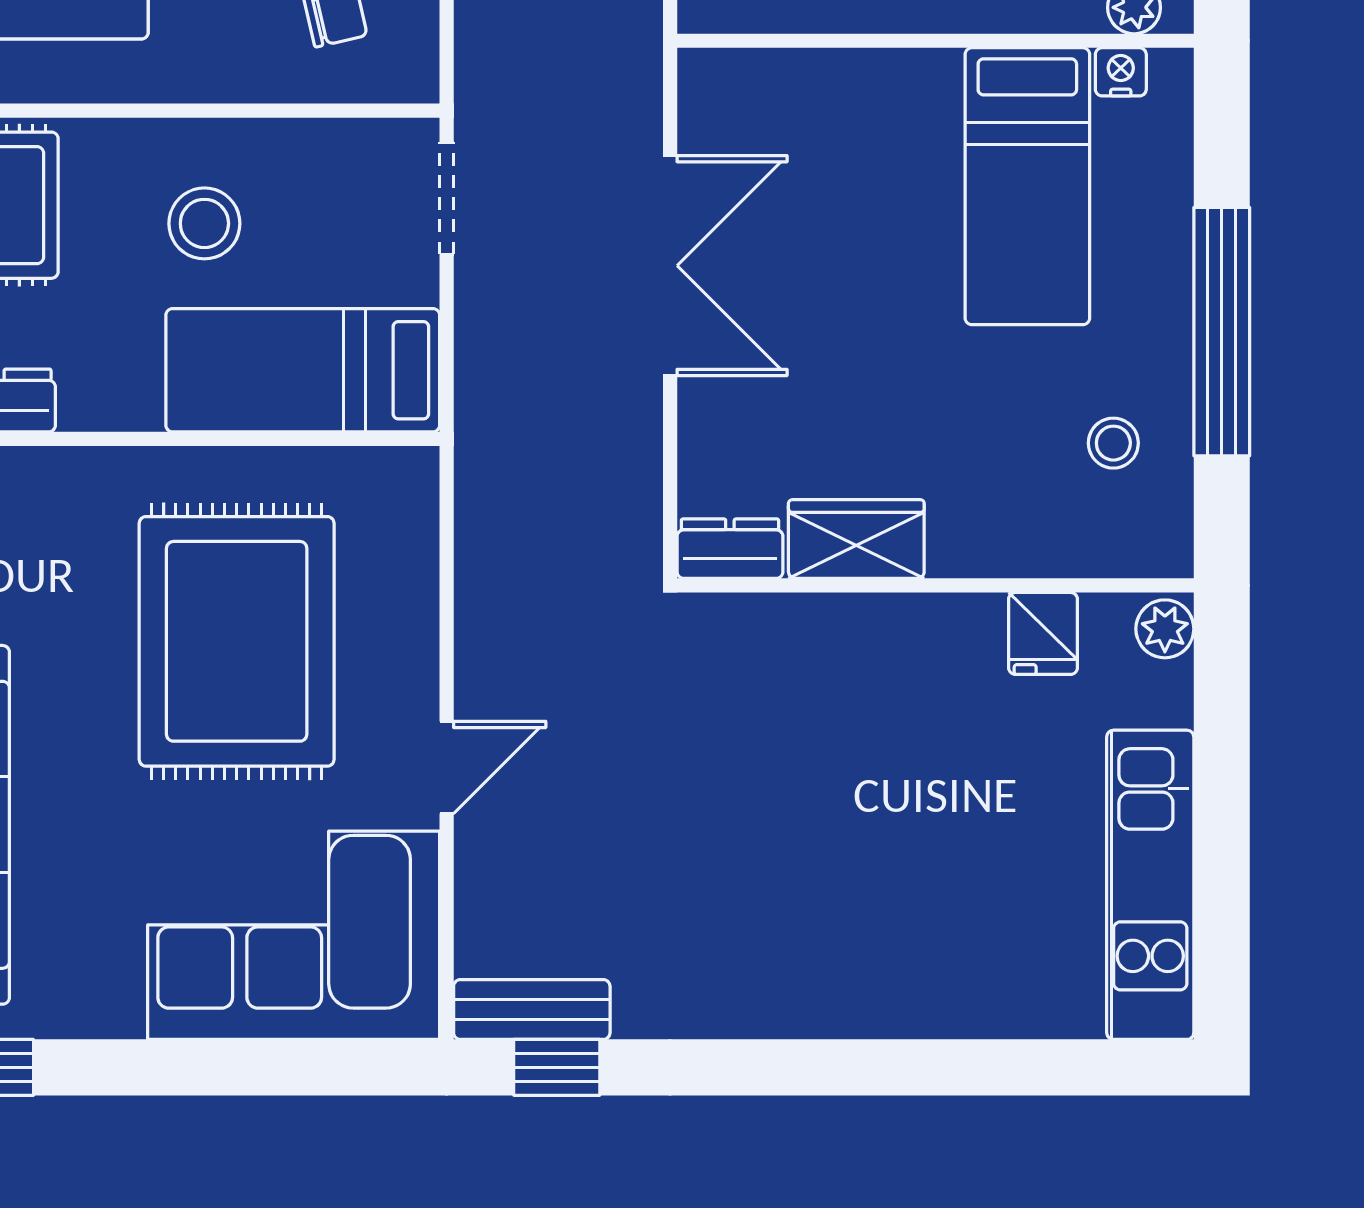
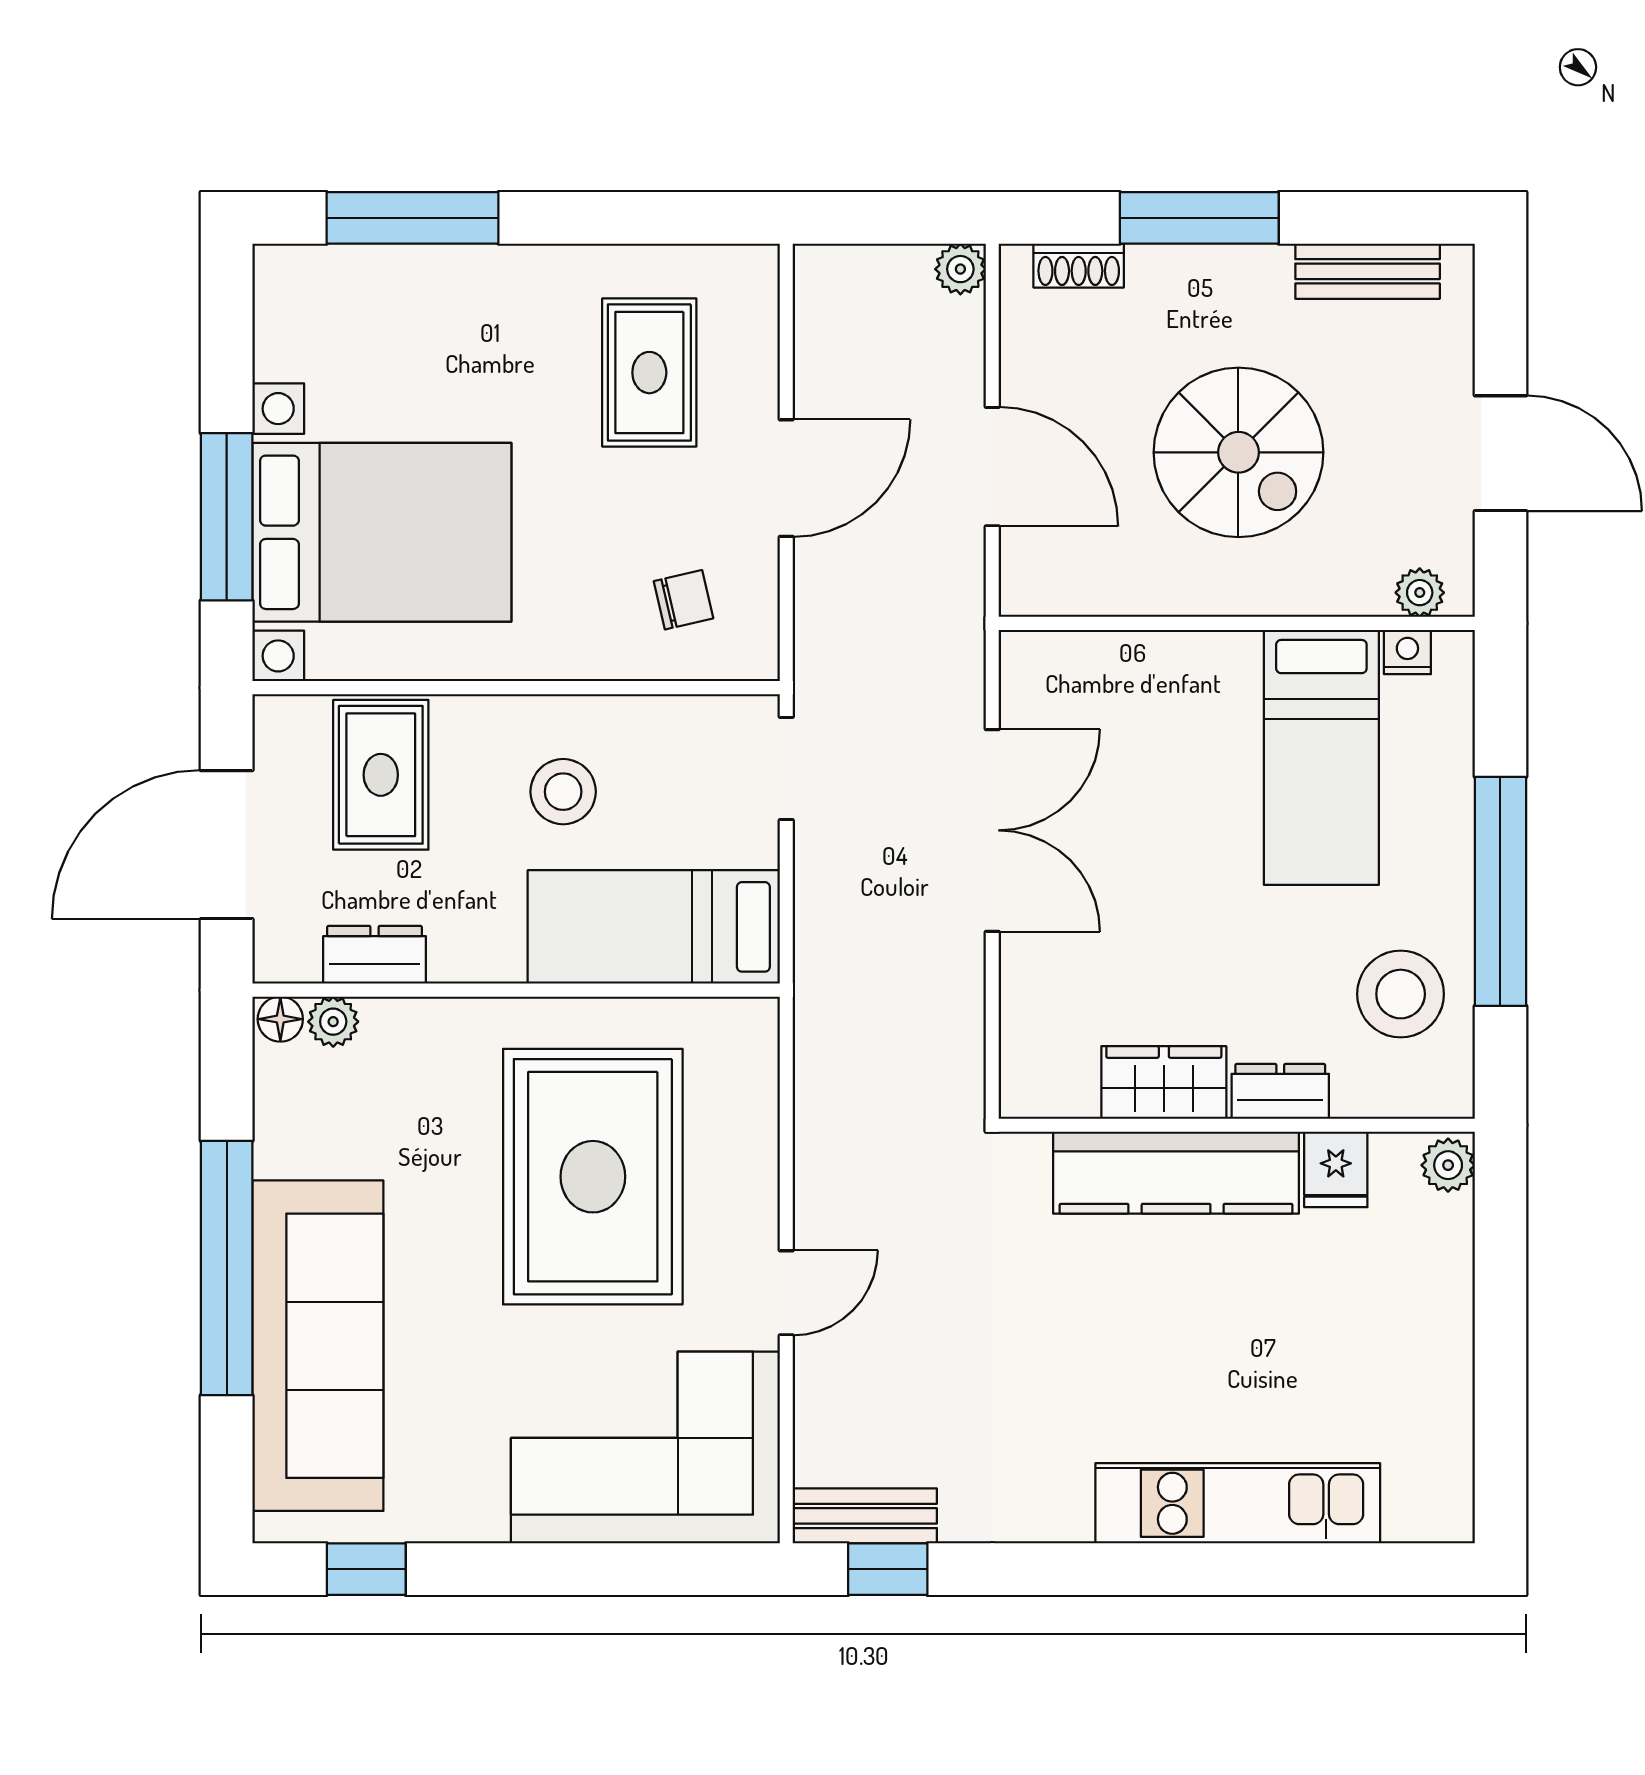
stool: (1113, 443) -> (1401, 994), width x1.89, depth x1.89
dresser: (730, 549) -> (1280, 1091), moved
kitchen counter: (870, 637) -> (1176, 1173), added
kitchen unit: (1150, 885) -> (1238, 1503), moved, turned 90

